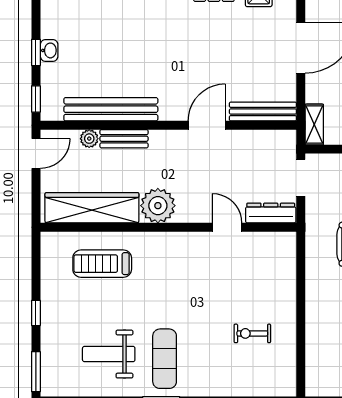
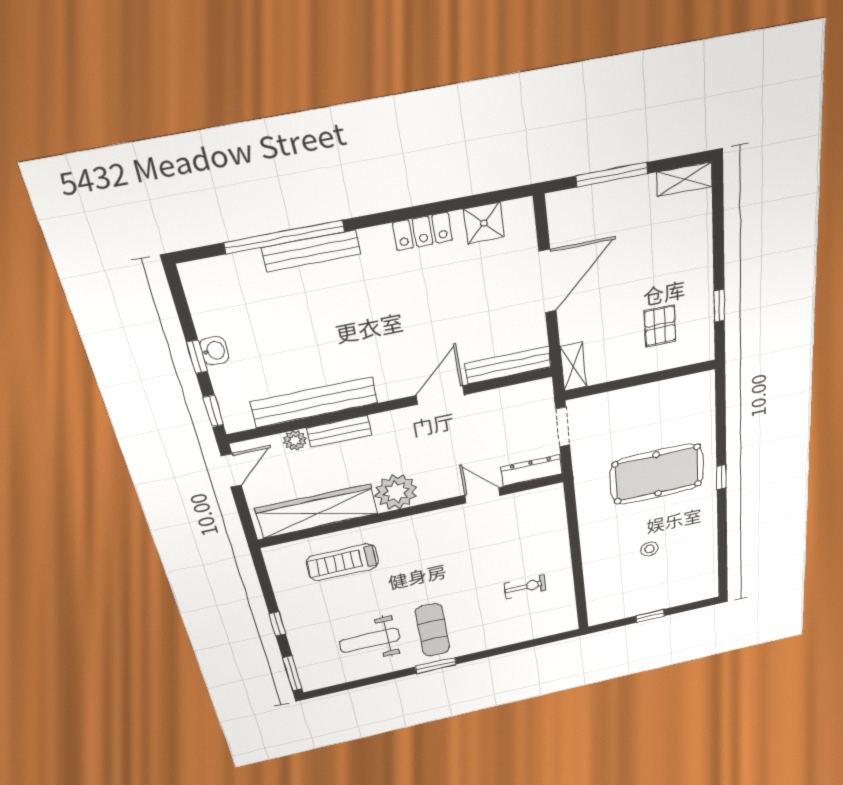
exercise bike: (252, 333) -> (525, 587), turned 180

